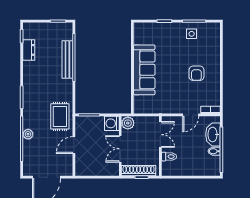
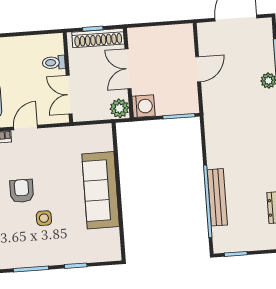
side table: (192, 34) -> (44, 218), moved
rug: (60, 116) -> (222, 111), removed
double door: (120, 149) -> (128, 69), swing flipped

